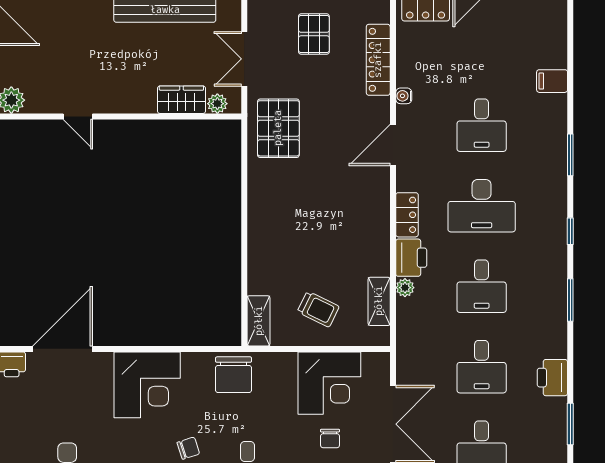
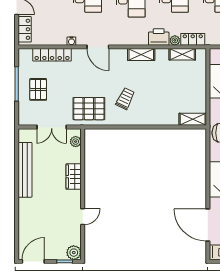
pallet: (314, 34) -> (38, 89), turned 90
wardrobe: (181, 100) -> (74, 177), moved
locker: (407, 215) -> (193, 39), moved
shelving: (379, 225) -> (141, 55), added
trolley: (318, 309) -> (125, 99), moved

